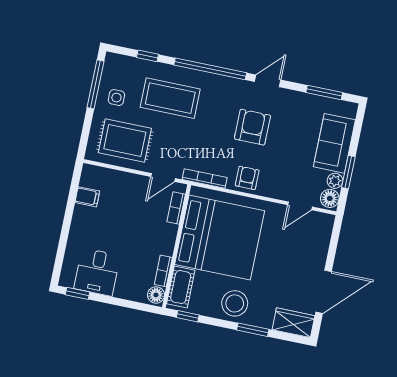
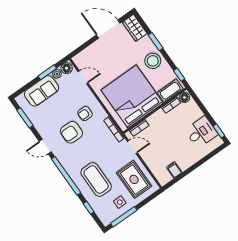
armchair: (247, 178) -> (85, 114), moved

